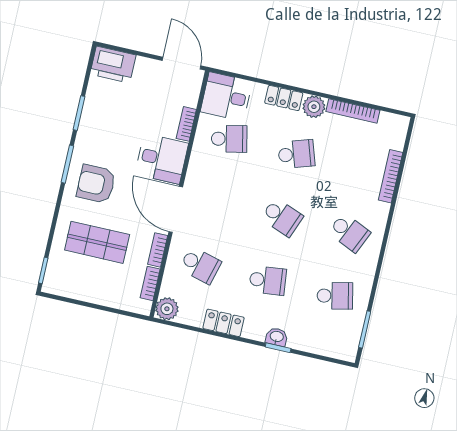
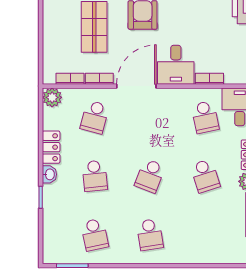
bookcase: (391, 176) -> (205, 258), removed
school desk: (349, 233) -> (150, 235), turned -33
washbasin: (277, 337) -> (49, 174), moved

